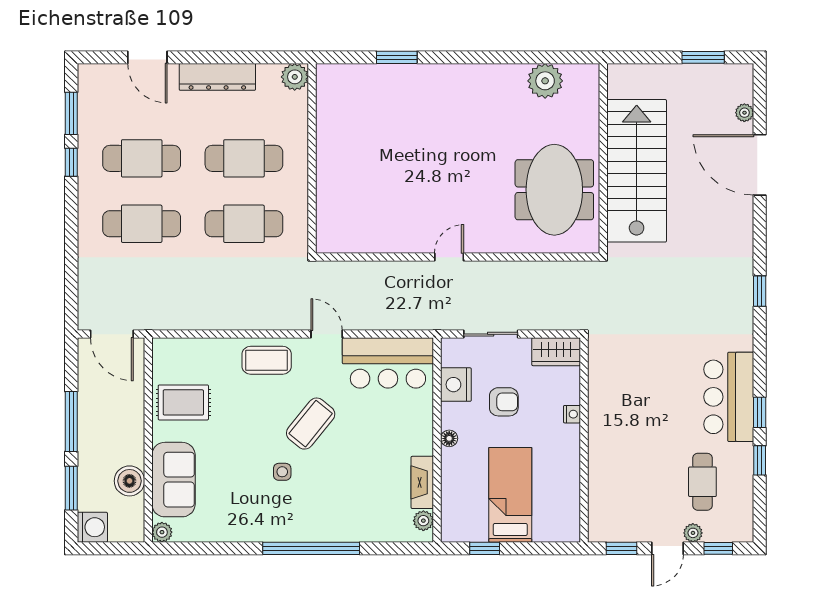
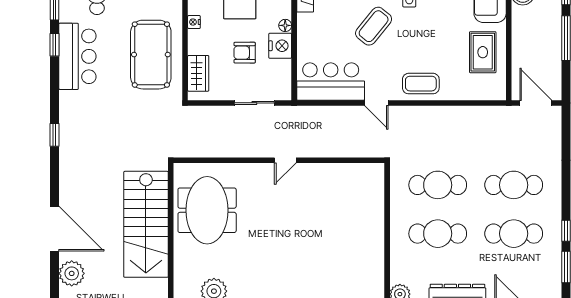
plant: (744, 113) -> (72, 273), width x1.88, depth x1.88
wardrobe: (556, 352) -> (198, 73), moved, turned 90
nightstand: (456, 385) -> (280, 46), moved
pool table: (630, 399) -> (151, 55), added
rug: (183, 402) -> (483, 52), turned 90
nightstand: (572, 414) -> (194, 22), moved
coffee table: (311, 424) -> (374, 26), moved

